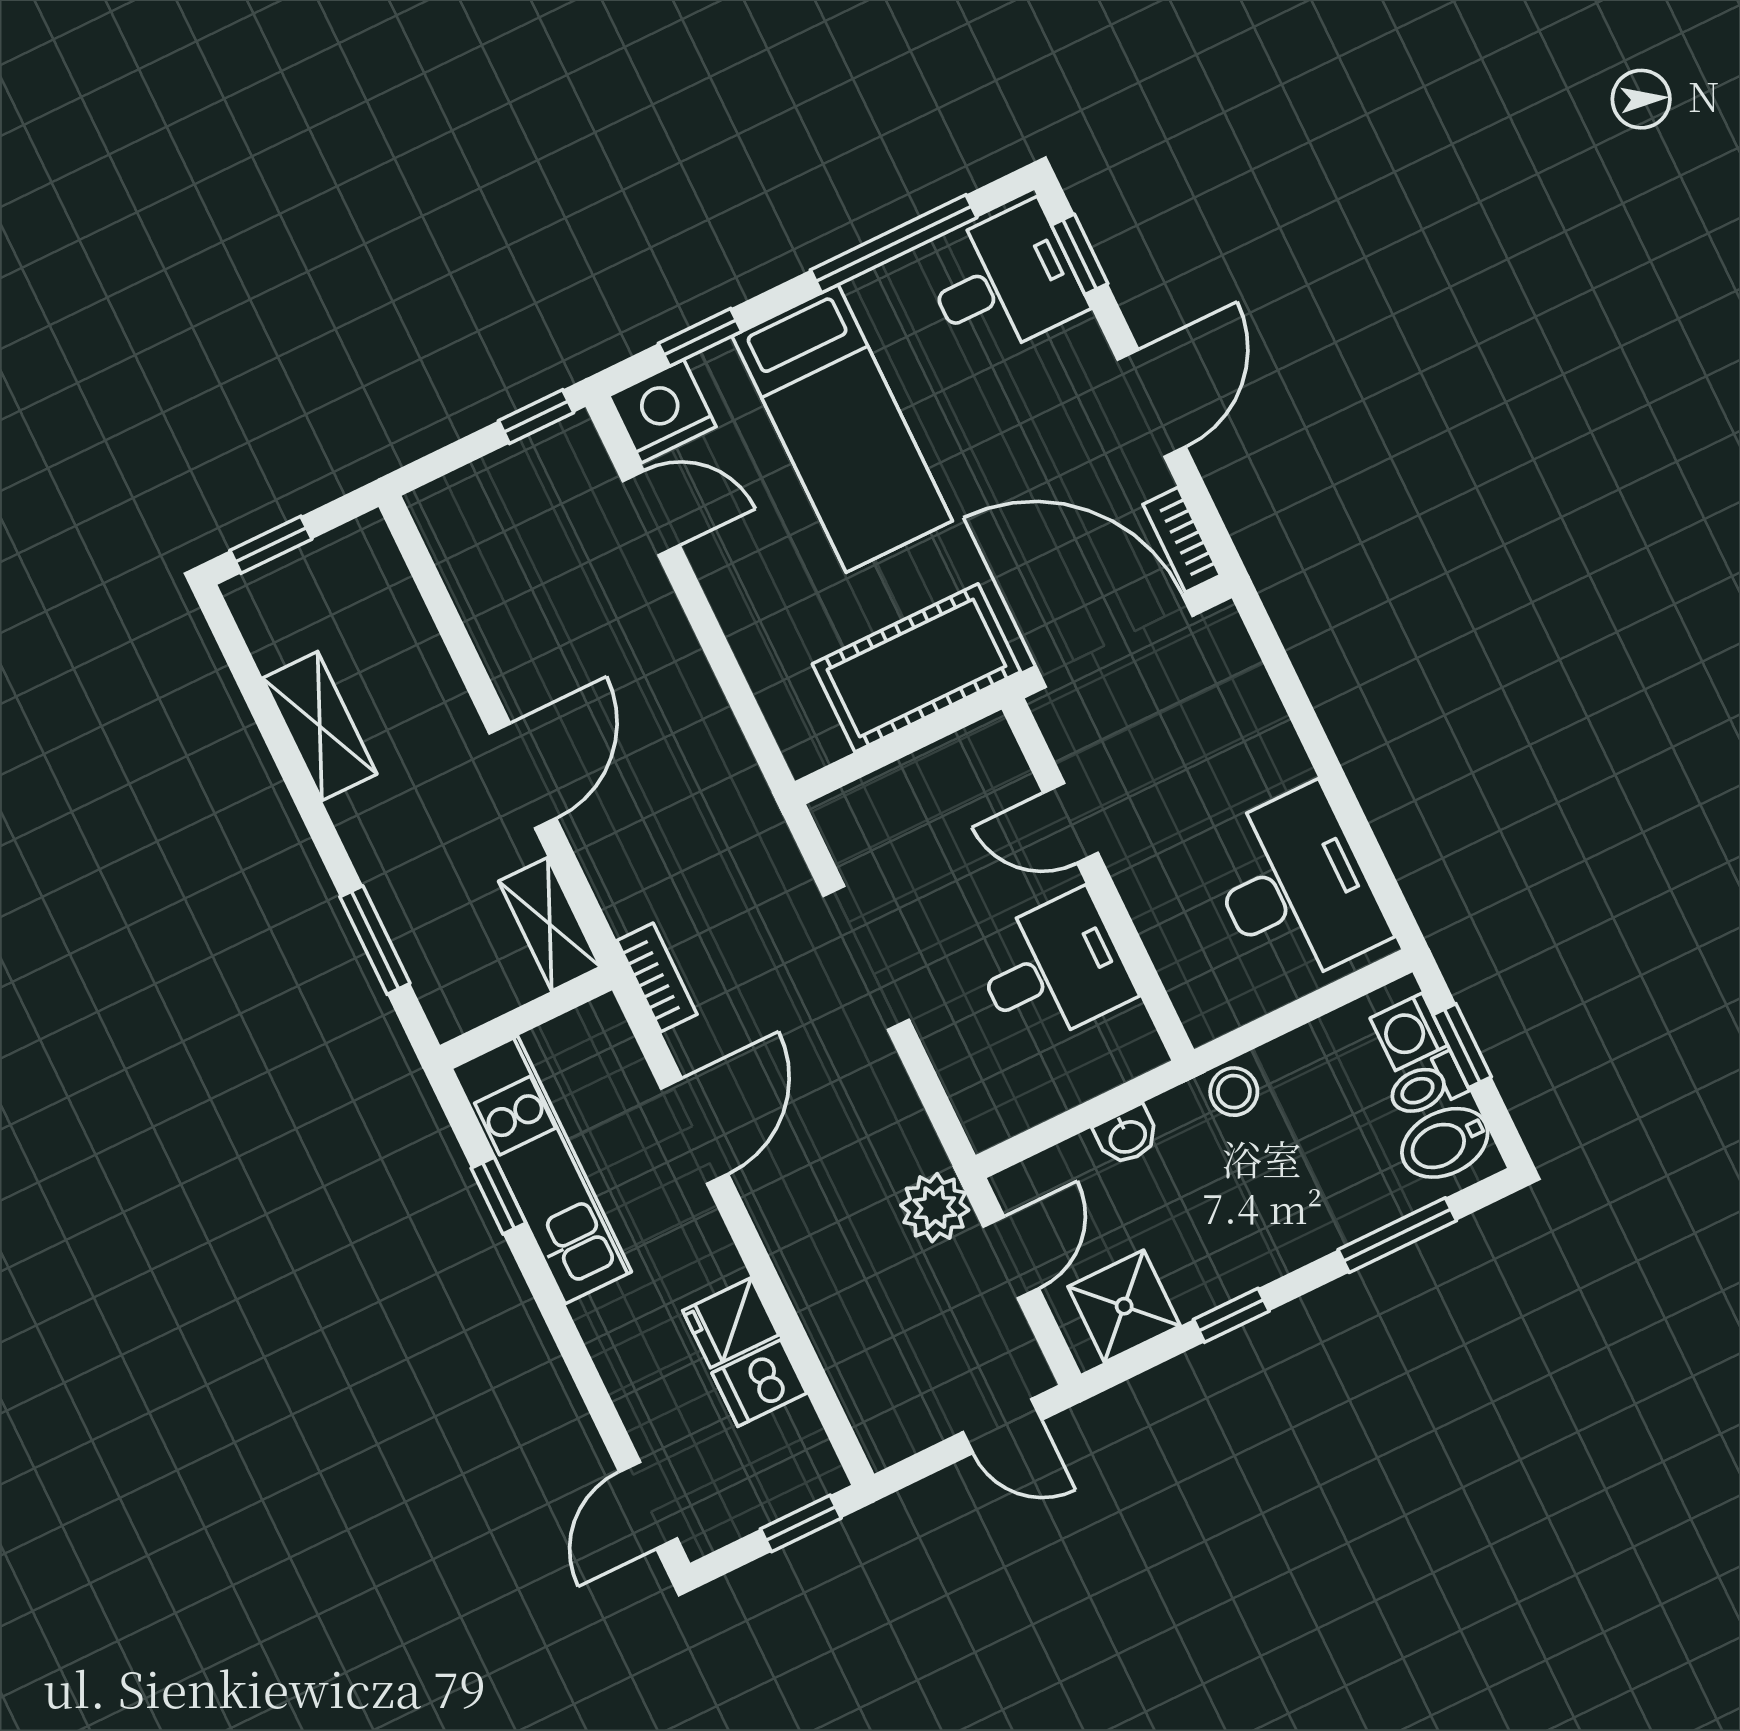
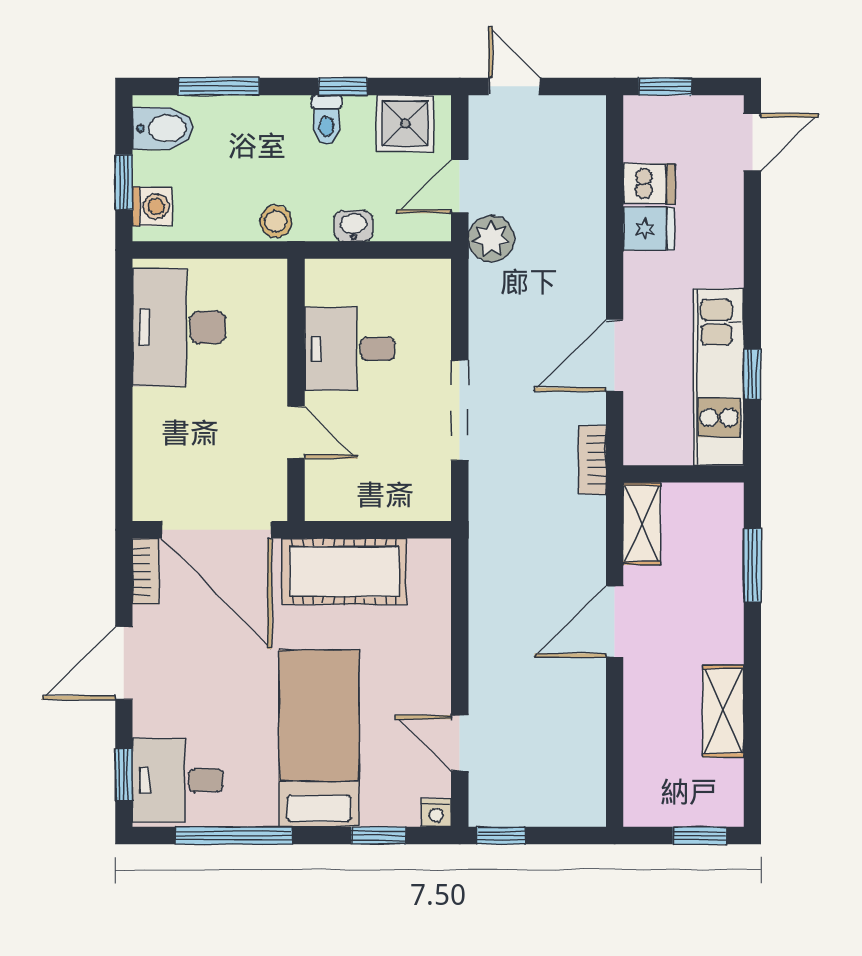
nightstand: (662, 411) -> (436, 813), width x0.53, depth x0.56
toilet: (1427, 1086) -> (327, 120), moved, turned 90

